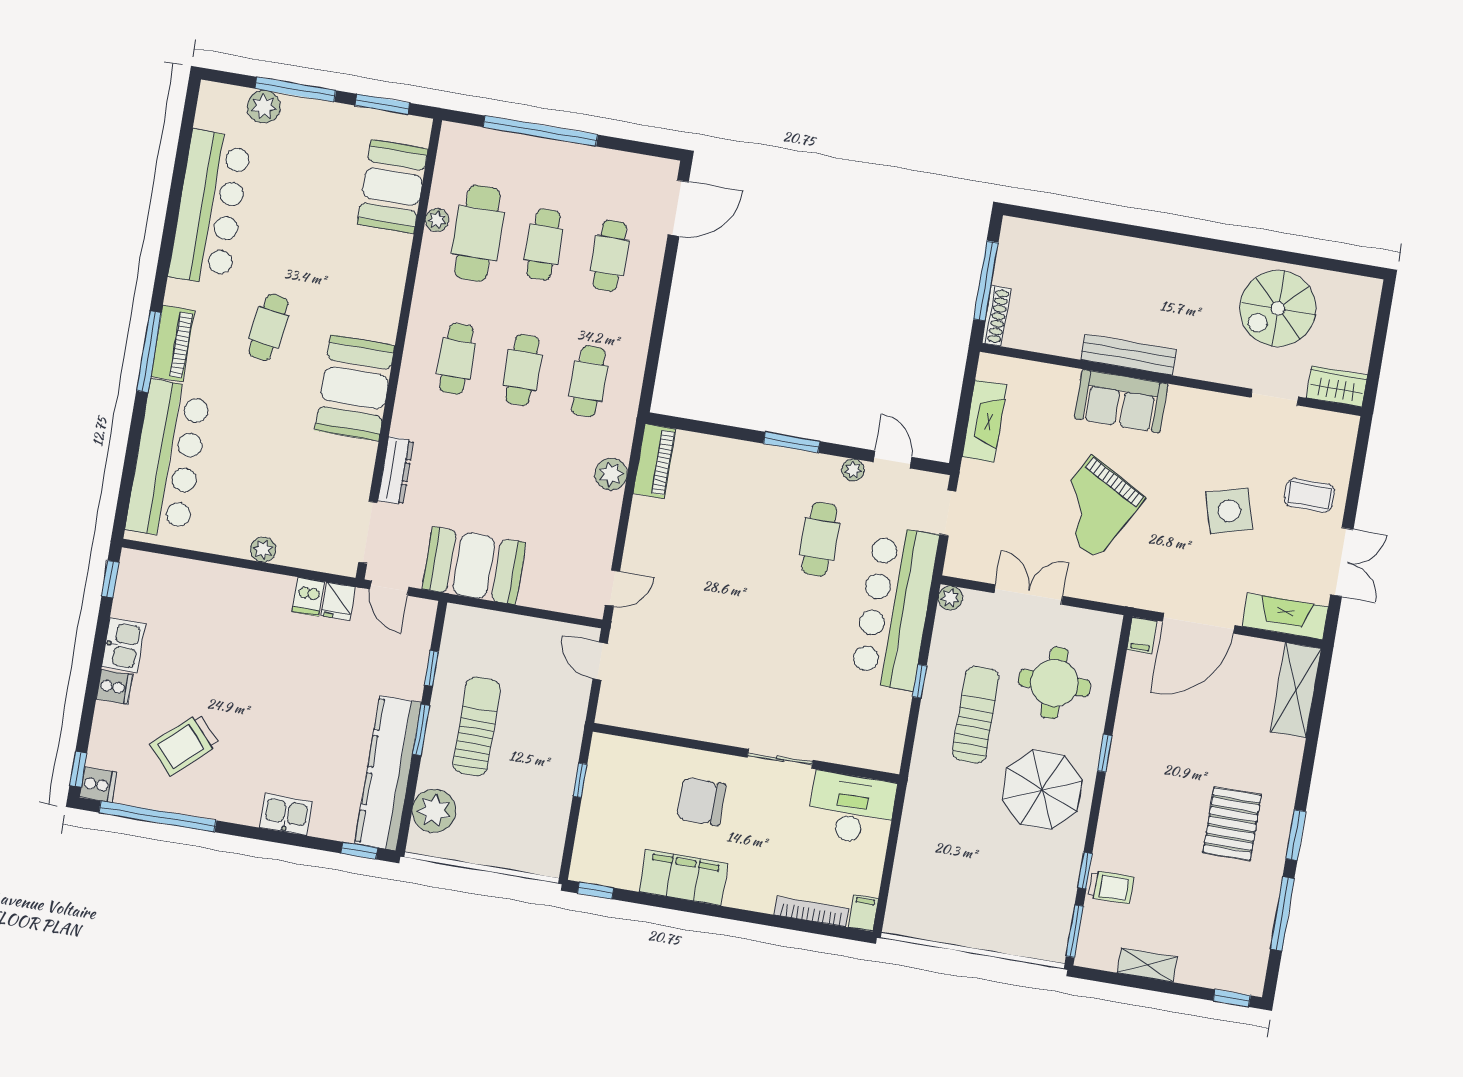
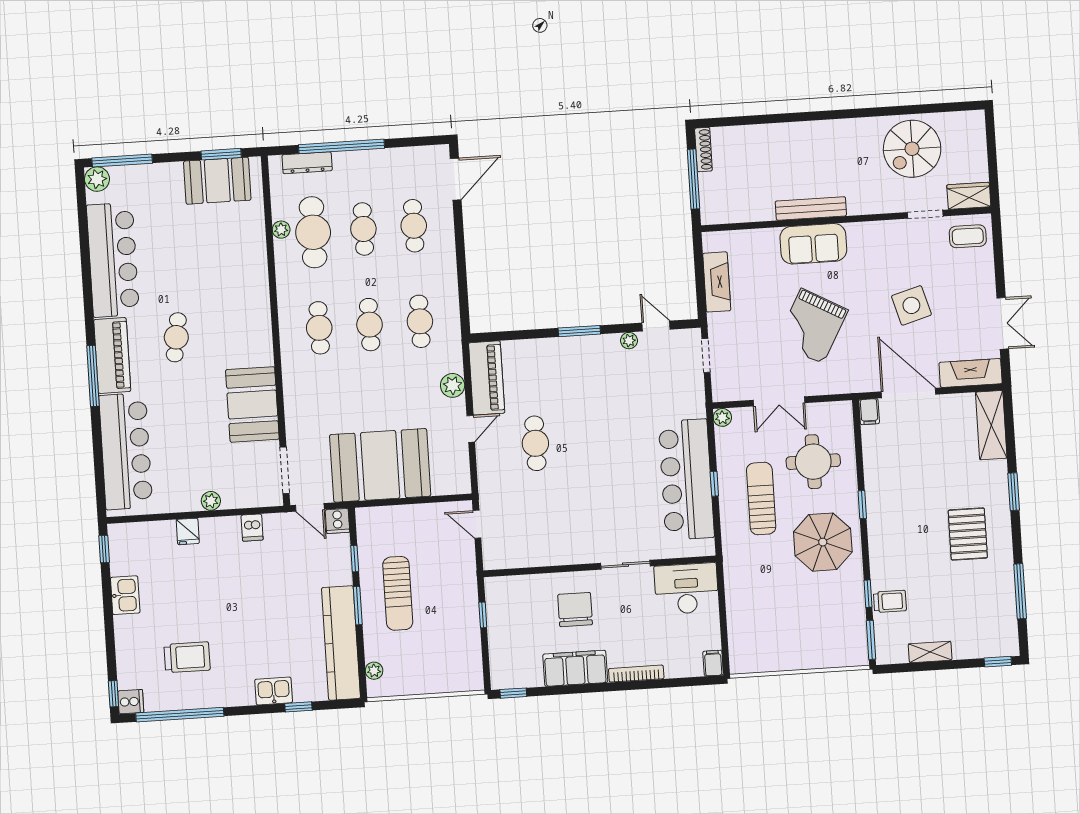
window: (295, 89) -> (122, 161), moved
plant: (264, 107) -> (97, 179), moved
booth: (393, 187) -> (217, 181), moved, turned 90
shoe rack: (996, 316) -> (703, 150), moved
piano: (173, 343) -> (112, 355), width x1.37, depth x1.33
booth: (355, 388) -> (252, 404), moved
piano: (655, 461) -> (487, 378), width x1.37, depth x1.33
dresser: (396, 470) -> (307, 163), moved, turned 90
coffee table: (1309, 495) -> (968, 236), moved
cafe table: (820, 539) -> (535, 443), moved
booth: (474, 566) -> (380, 465), width x1.36, depth x1.42
door: (613, 588) -> (471, 429), moved
double door: (1028, 595) -> (779, 401), swing flipped
fridge: (338, 601) -> (188, 531), moved
bar counter: (895, 608) -> (686, 479), moved
door: (1199, 623) -> (909, 393), swing flipped
cooker: (114, 687) -> (337, 521), moved, turned 90
sun lounger: (477, 726) -> (398, 593), turned 180
trolley: (185, 745) -> (187, 657), turned -138
chair: (701, 801) -> (575, 610), turned 90
plant: (434, 811) -> (374, 671), width x0.53, depth x0.53
window: (1296, 835) -> (1014, 492), moved
window: (359, 851) -> (298, 707), moved
bookcase: (811, 912) -> (636, 674), moved

